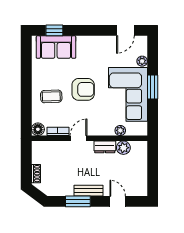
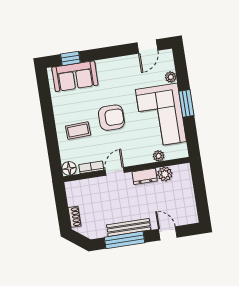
bench: (89, 191) -> (129, 227), width x1.36
window: (78, 201) -> (125, 240), width x1.44

